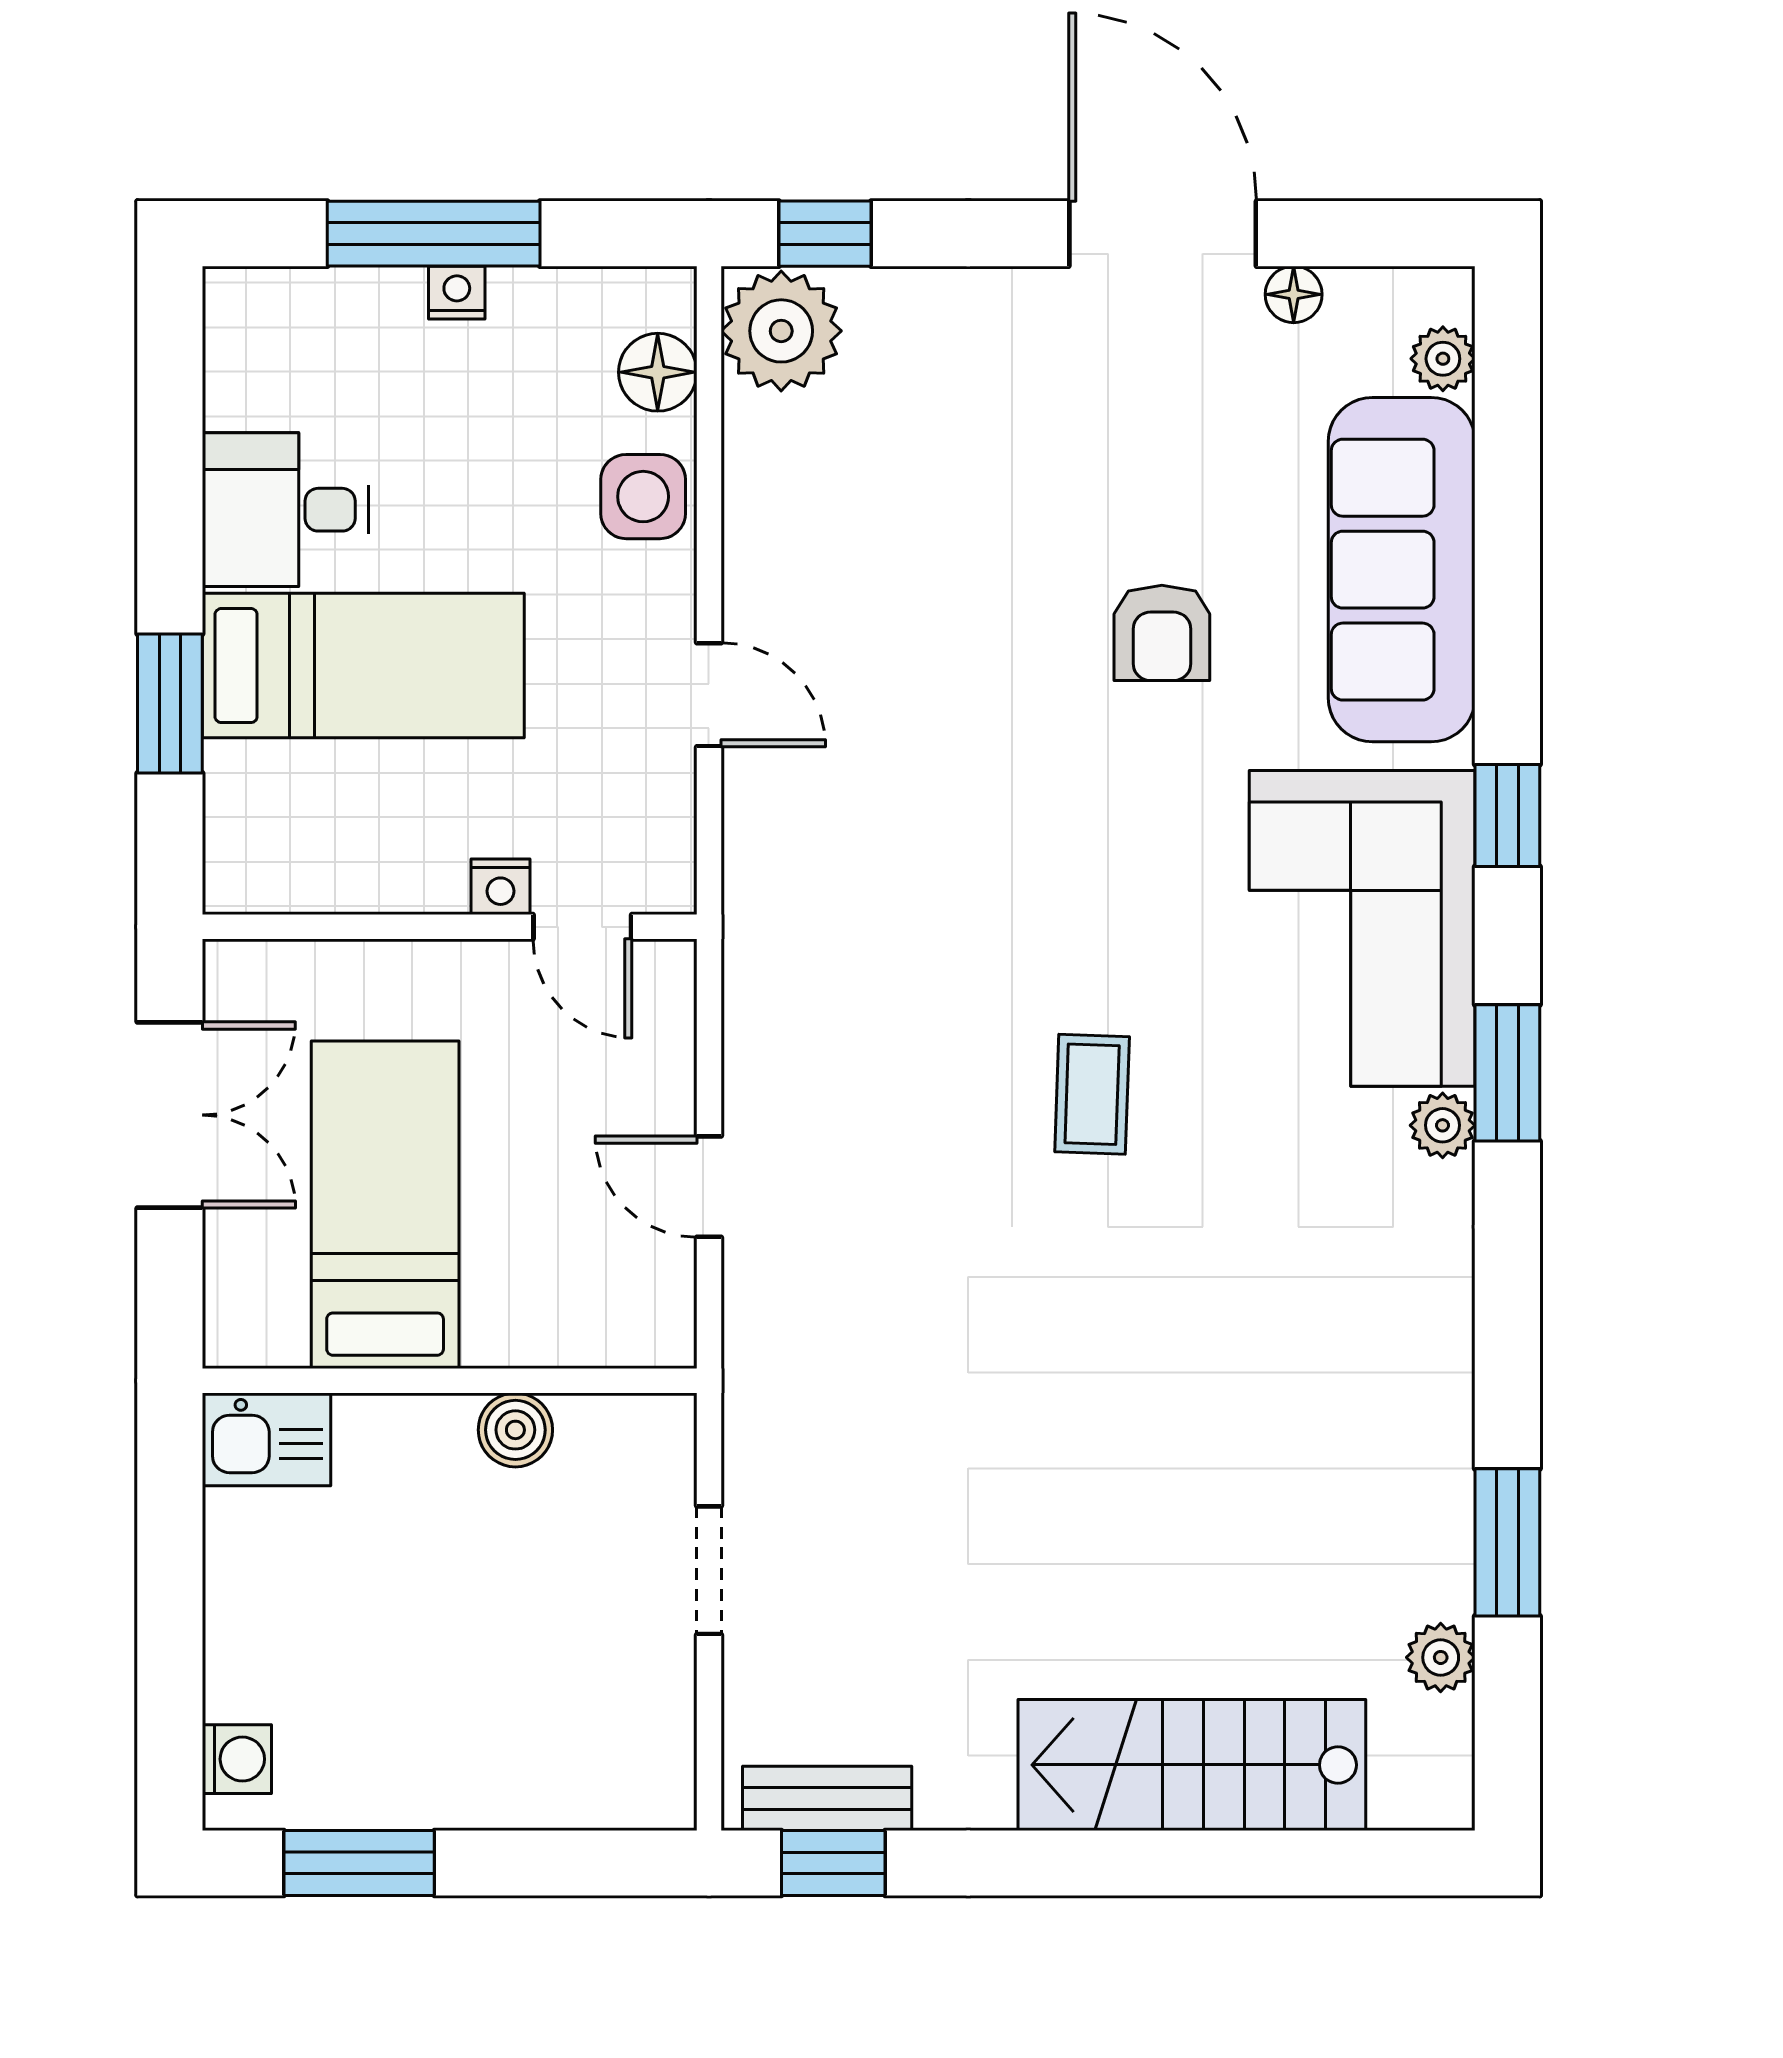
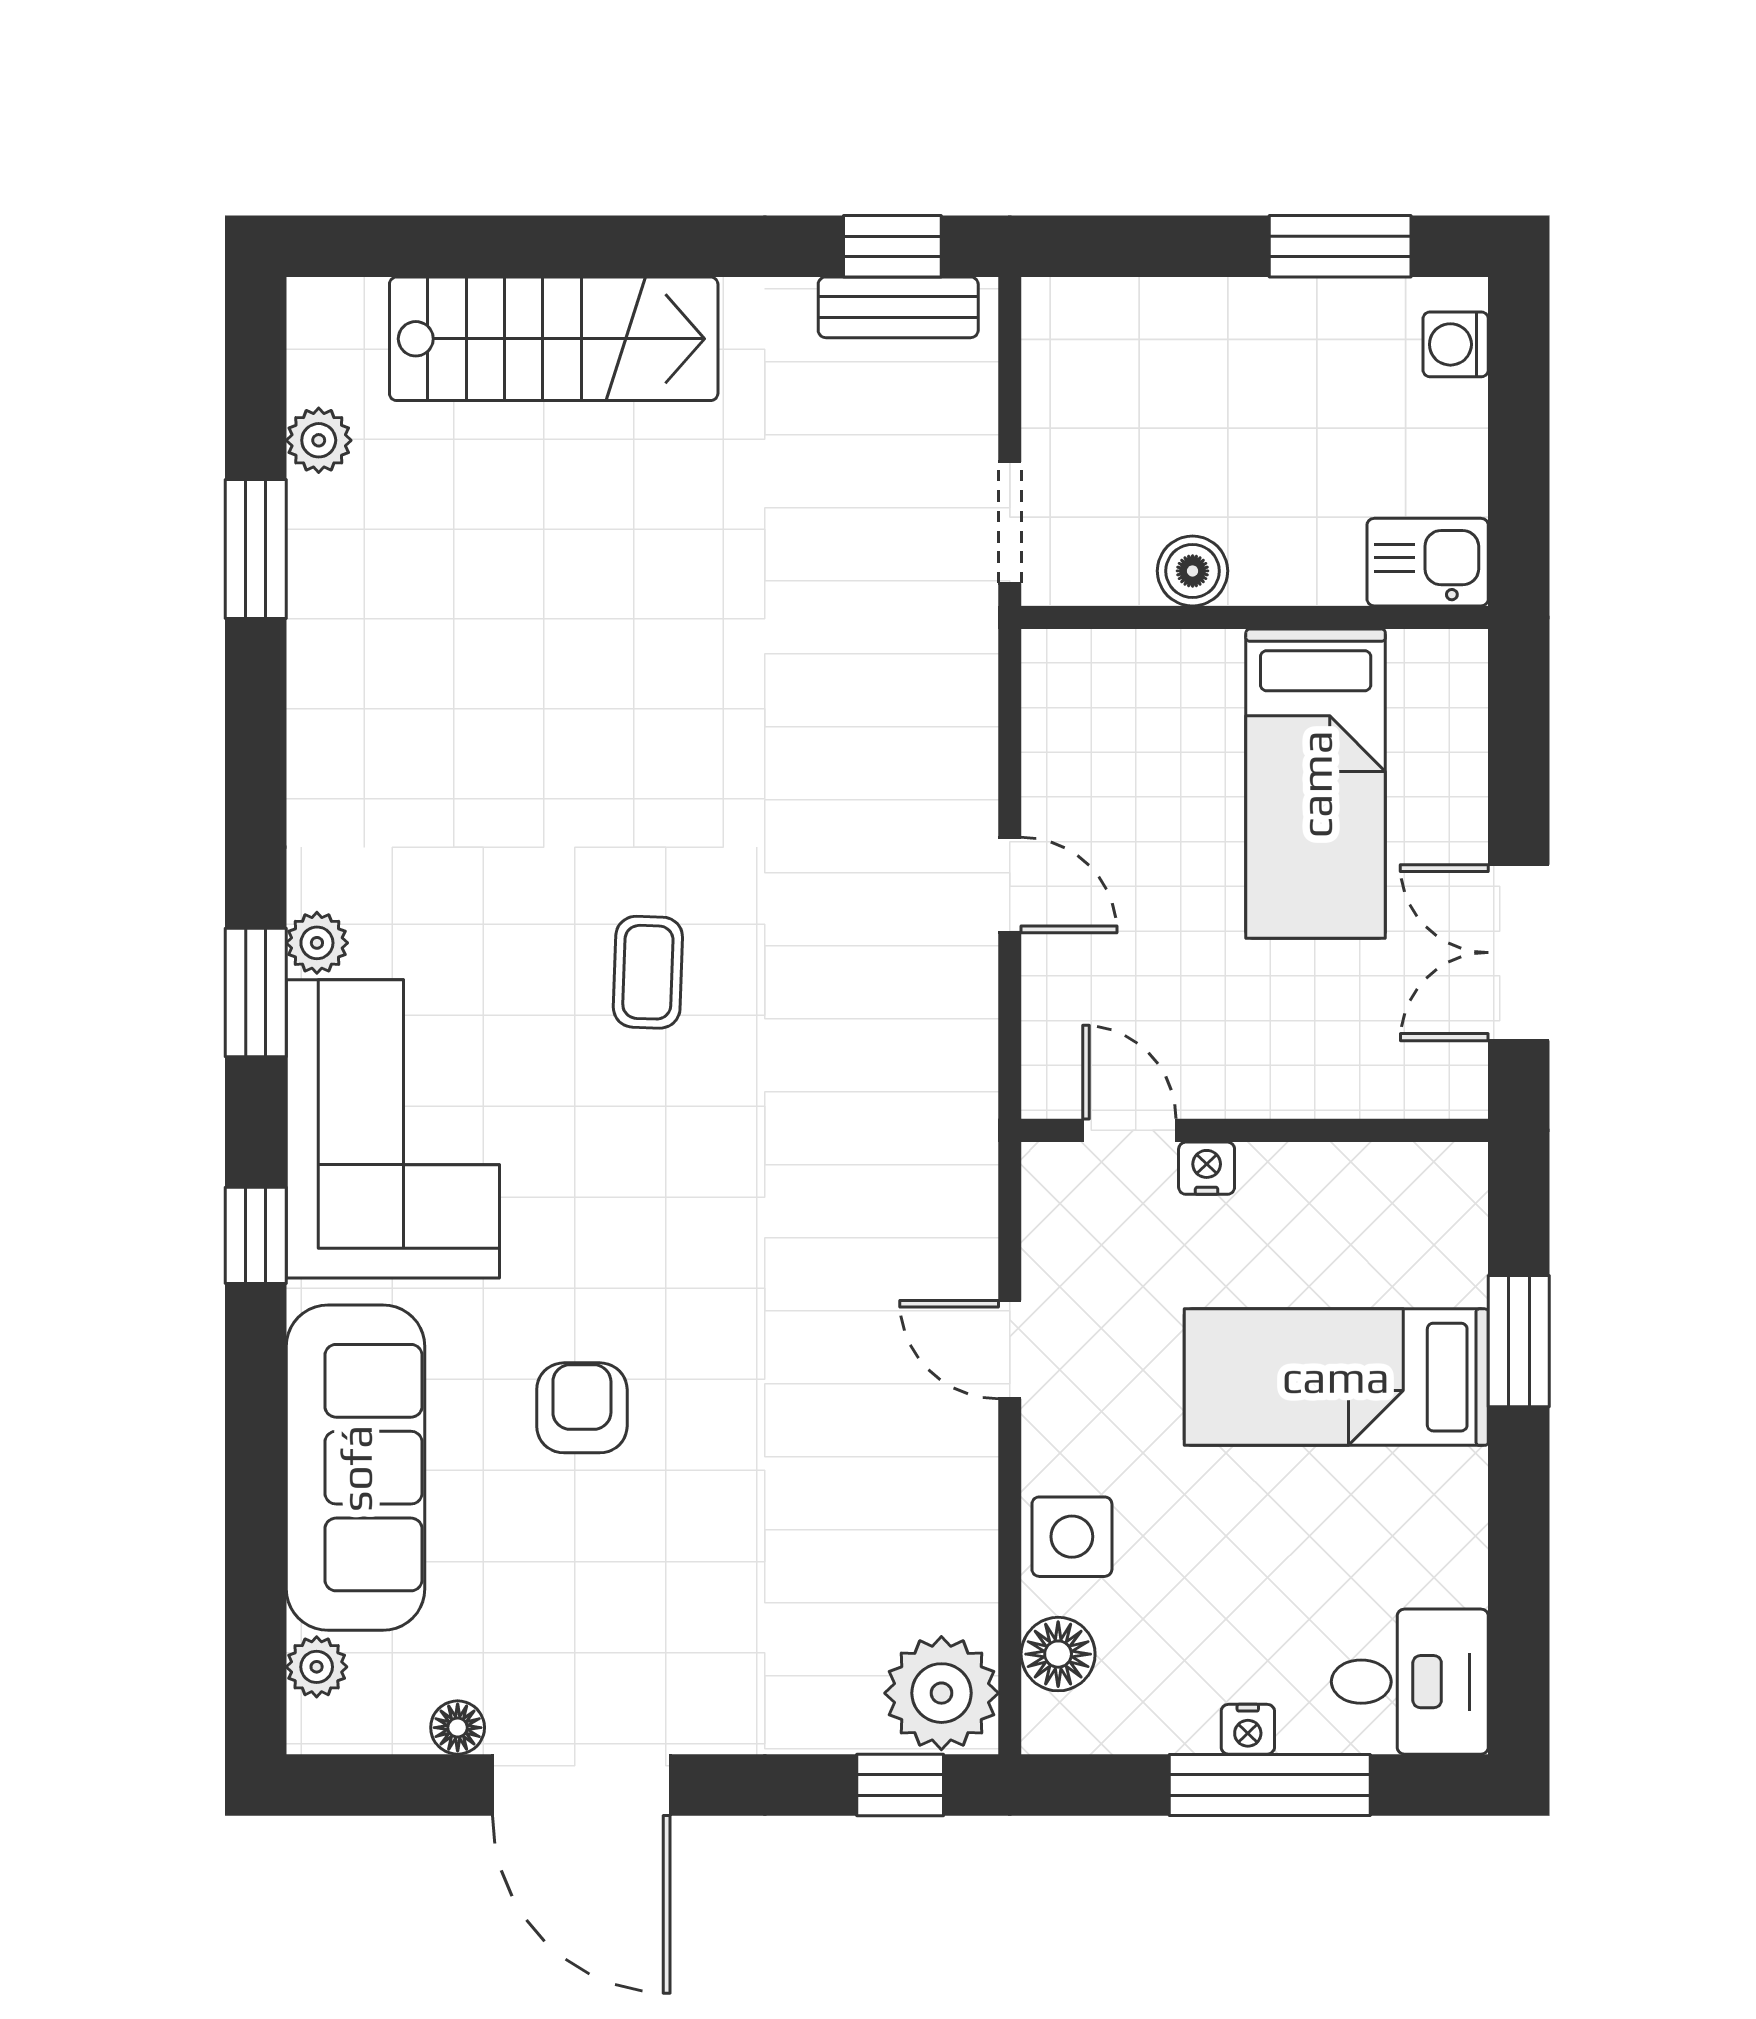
desk: (285, 510) -> (1410, 1682), moved
bed: (385, 1205) -> (1316, 784), moved
wall: (450, 1381) -> (1255, 618), moved
boiler: (515, 1430) -> (1193, 571), moved
kitchen sink: (266, 1439) -> (1428, 562), moved

